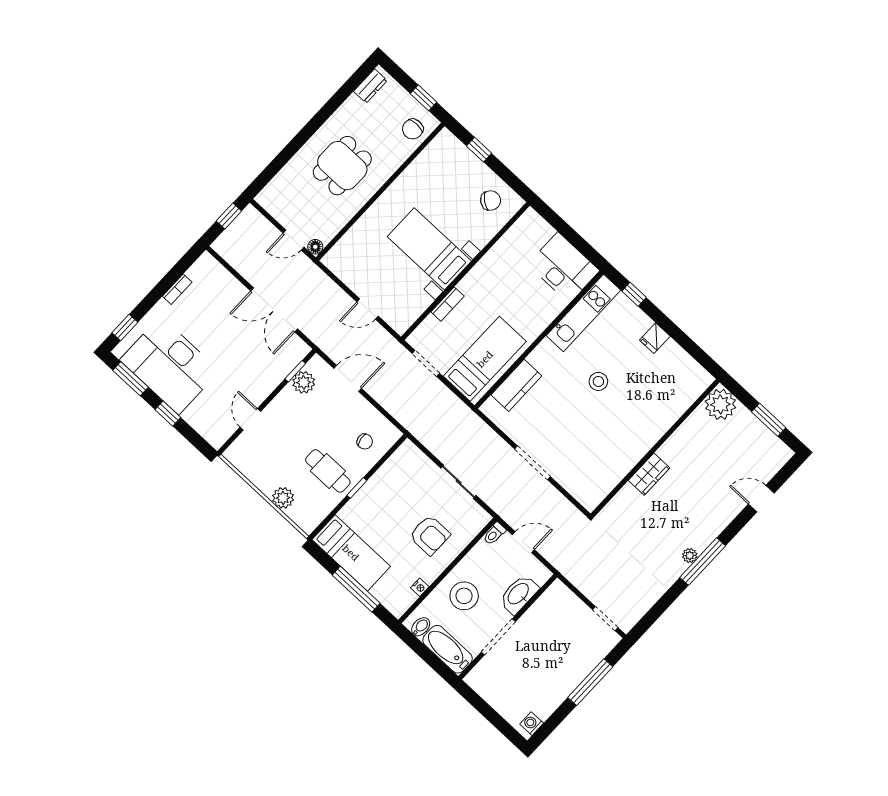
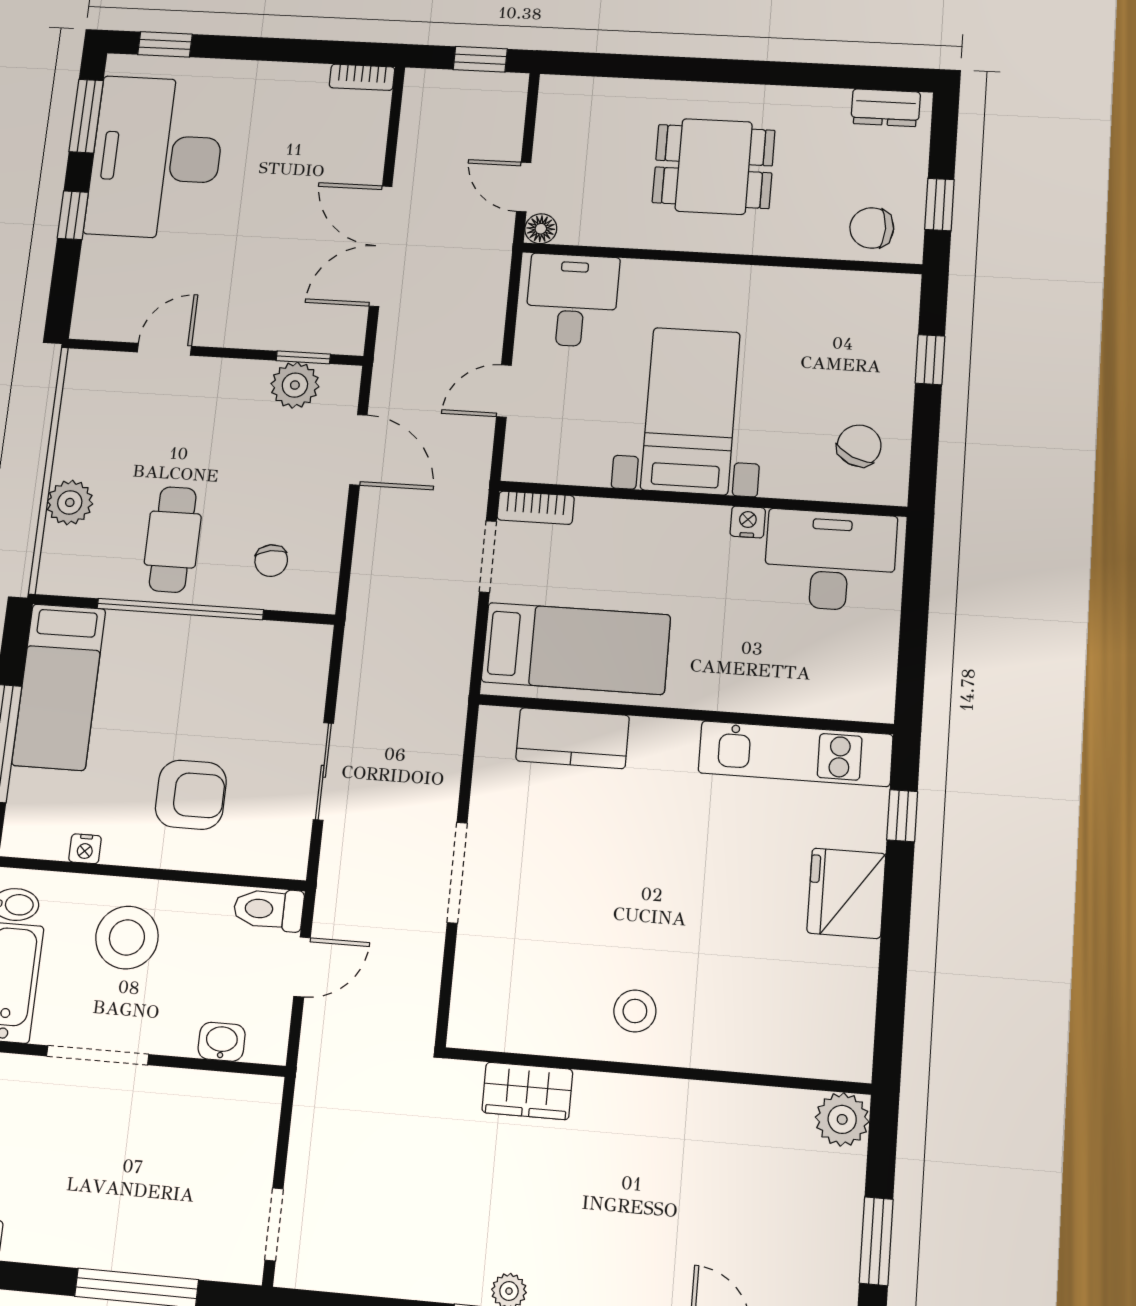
chair: (491, 201) -> (859, 446), turned -103
desk: (353, 258) -> (572, 300), added
nightstand: (487, 262) -> (748, 522), added
desk: (564, 268) -> (830, 560), moved, turned -90
bookcase: (177, 289) -> (362, 77), moved
bookcase: (448, 304) -> (536, 508), moved
door: (368, 309) -> (504, 391), hinge flipped
fridge: (655, 338) -> (846, 893), width x1.88, depth x1.34
stool: (598, 381) -> (635, 1011), moved
plant: (720, 404) -> (842, 1119), width x0.73, depth x0.73
wardrobe: (649, 474) -> (527, 1091), moved
window: (357, 488) -> (180, 609), width x3.17
toilet: (494, 534) -> (268, 909), width x1.37, depth x1.39
armchair: (430, 535) -> (191, 795), turned -90
door: (523, 542) -> (302, 967), hinge flipped
washbasin: (519, 594) -> (222, 1042), width x0.52, depth x0.69

